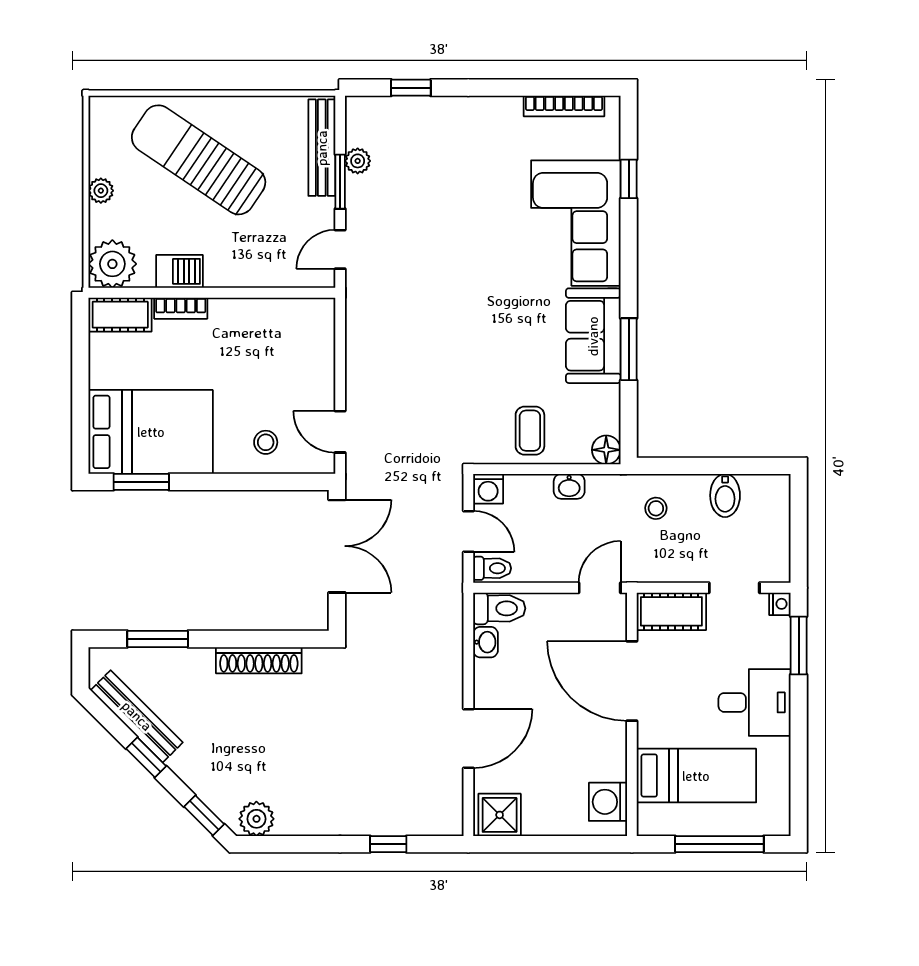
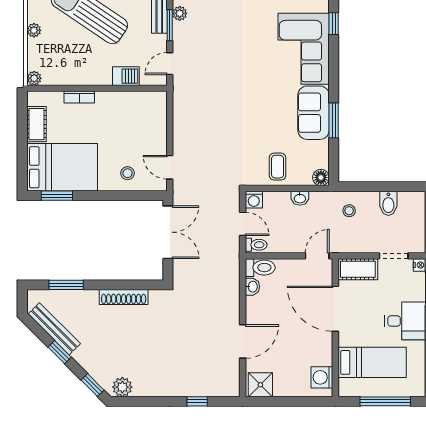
plant: (112, 264) -> (34, 78), width x0.53, depth x0.53
barbecue: (179, 271) -> (126, 76), moved
cot: (120, 315) -> (37, 124), moved, turned 90

